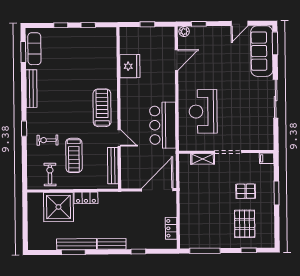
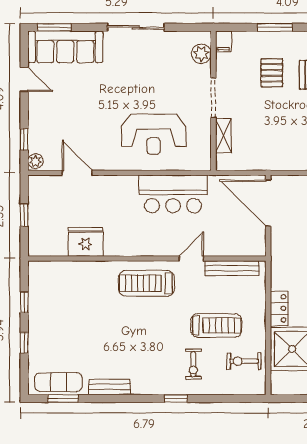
bench: (31, 89) -> (110, 387), width x0.73
plant: (258, 143) -> (201, 54), added

